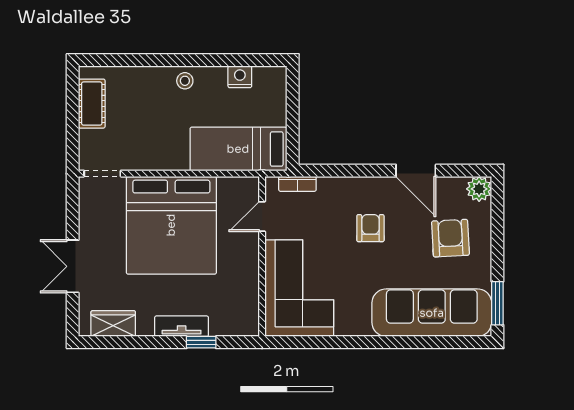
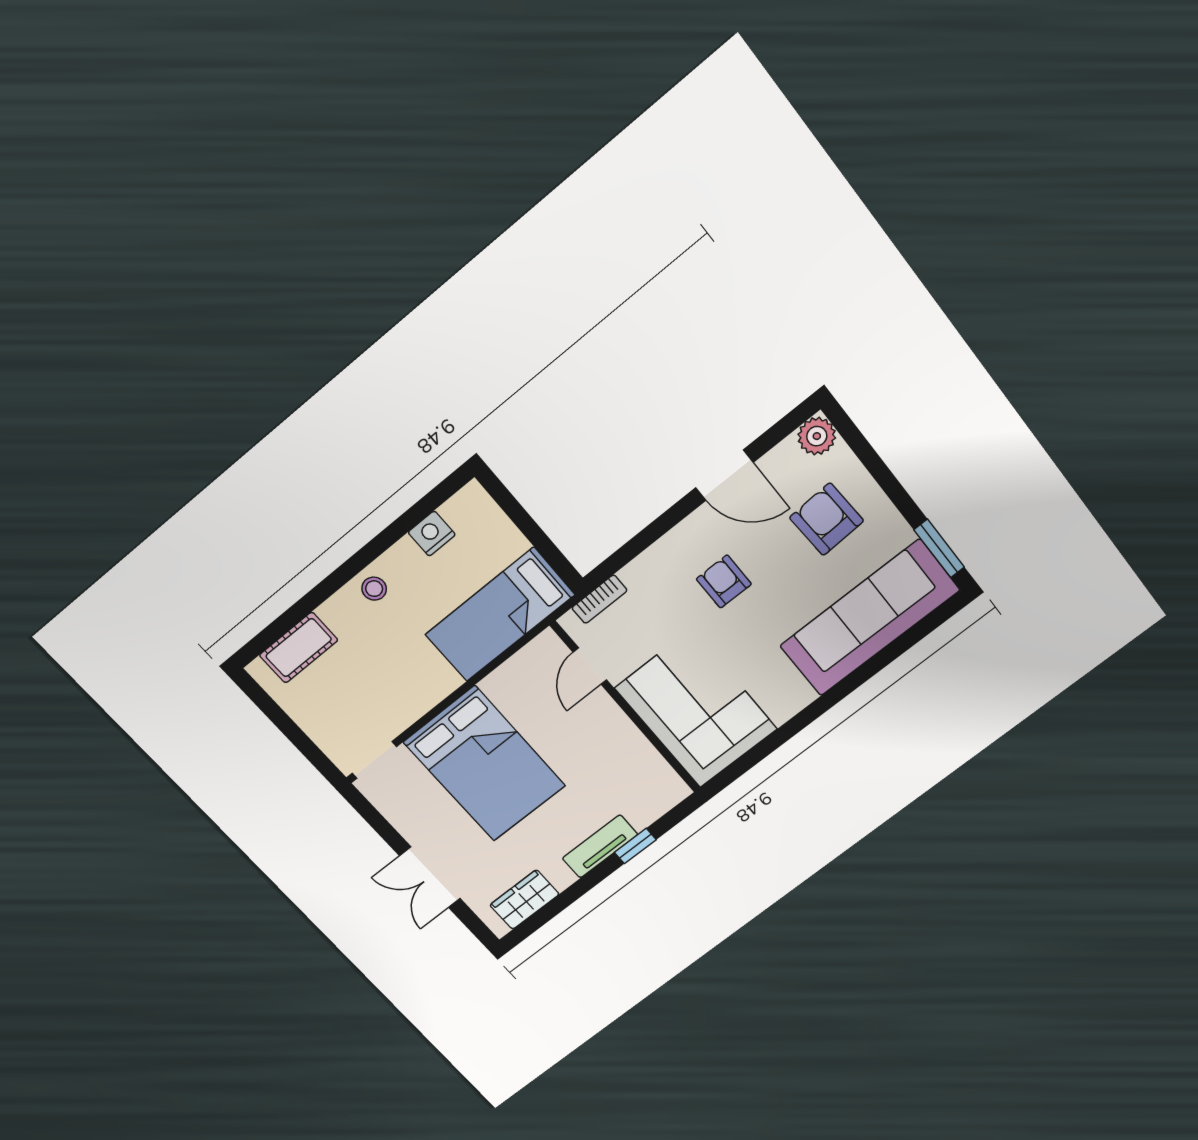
cot: (92, 104) -> (299, 648), moved, turned 90
bed: (171, 225) -> (485, 764), width x0.73

